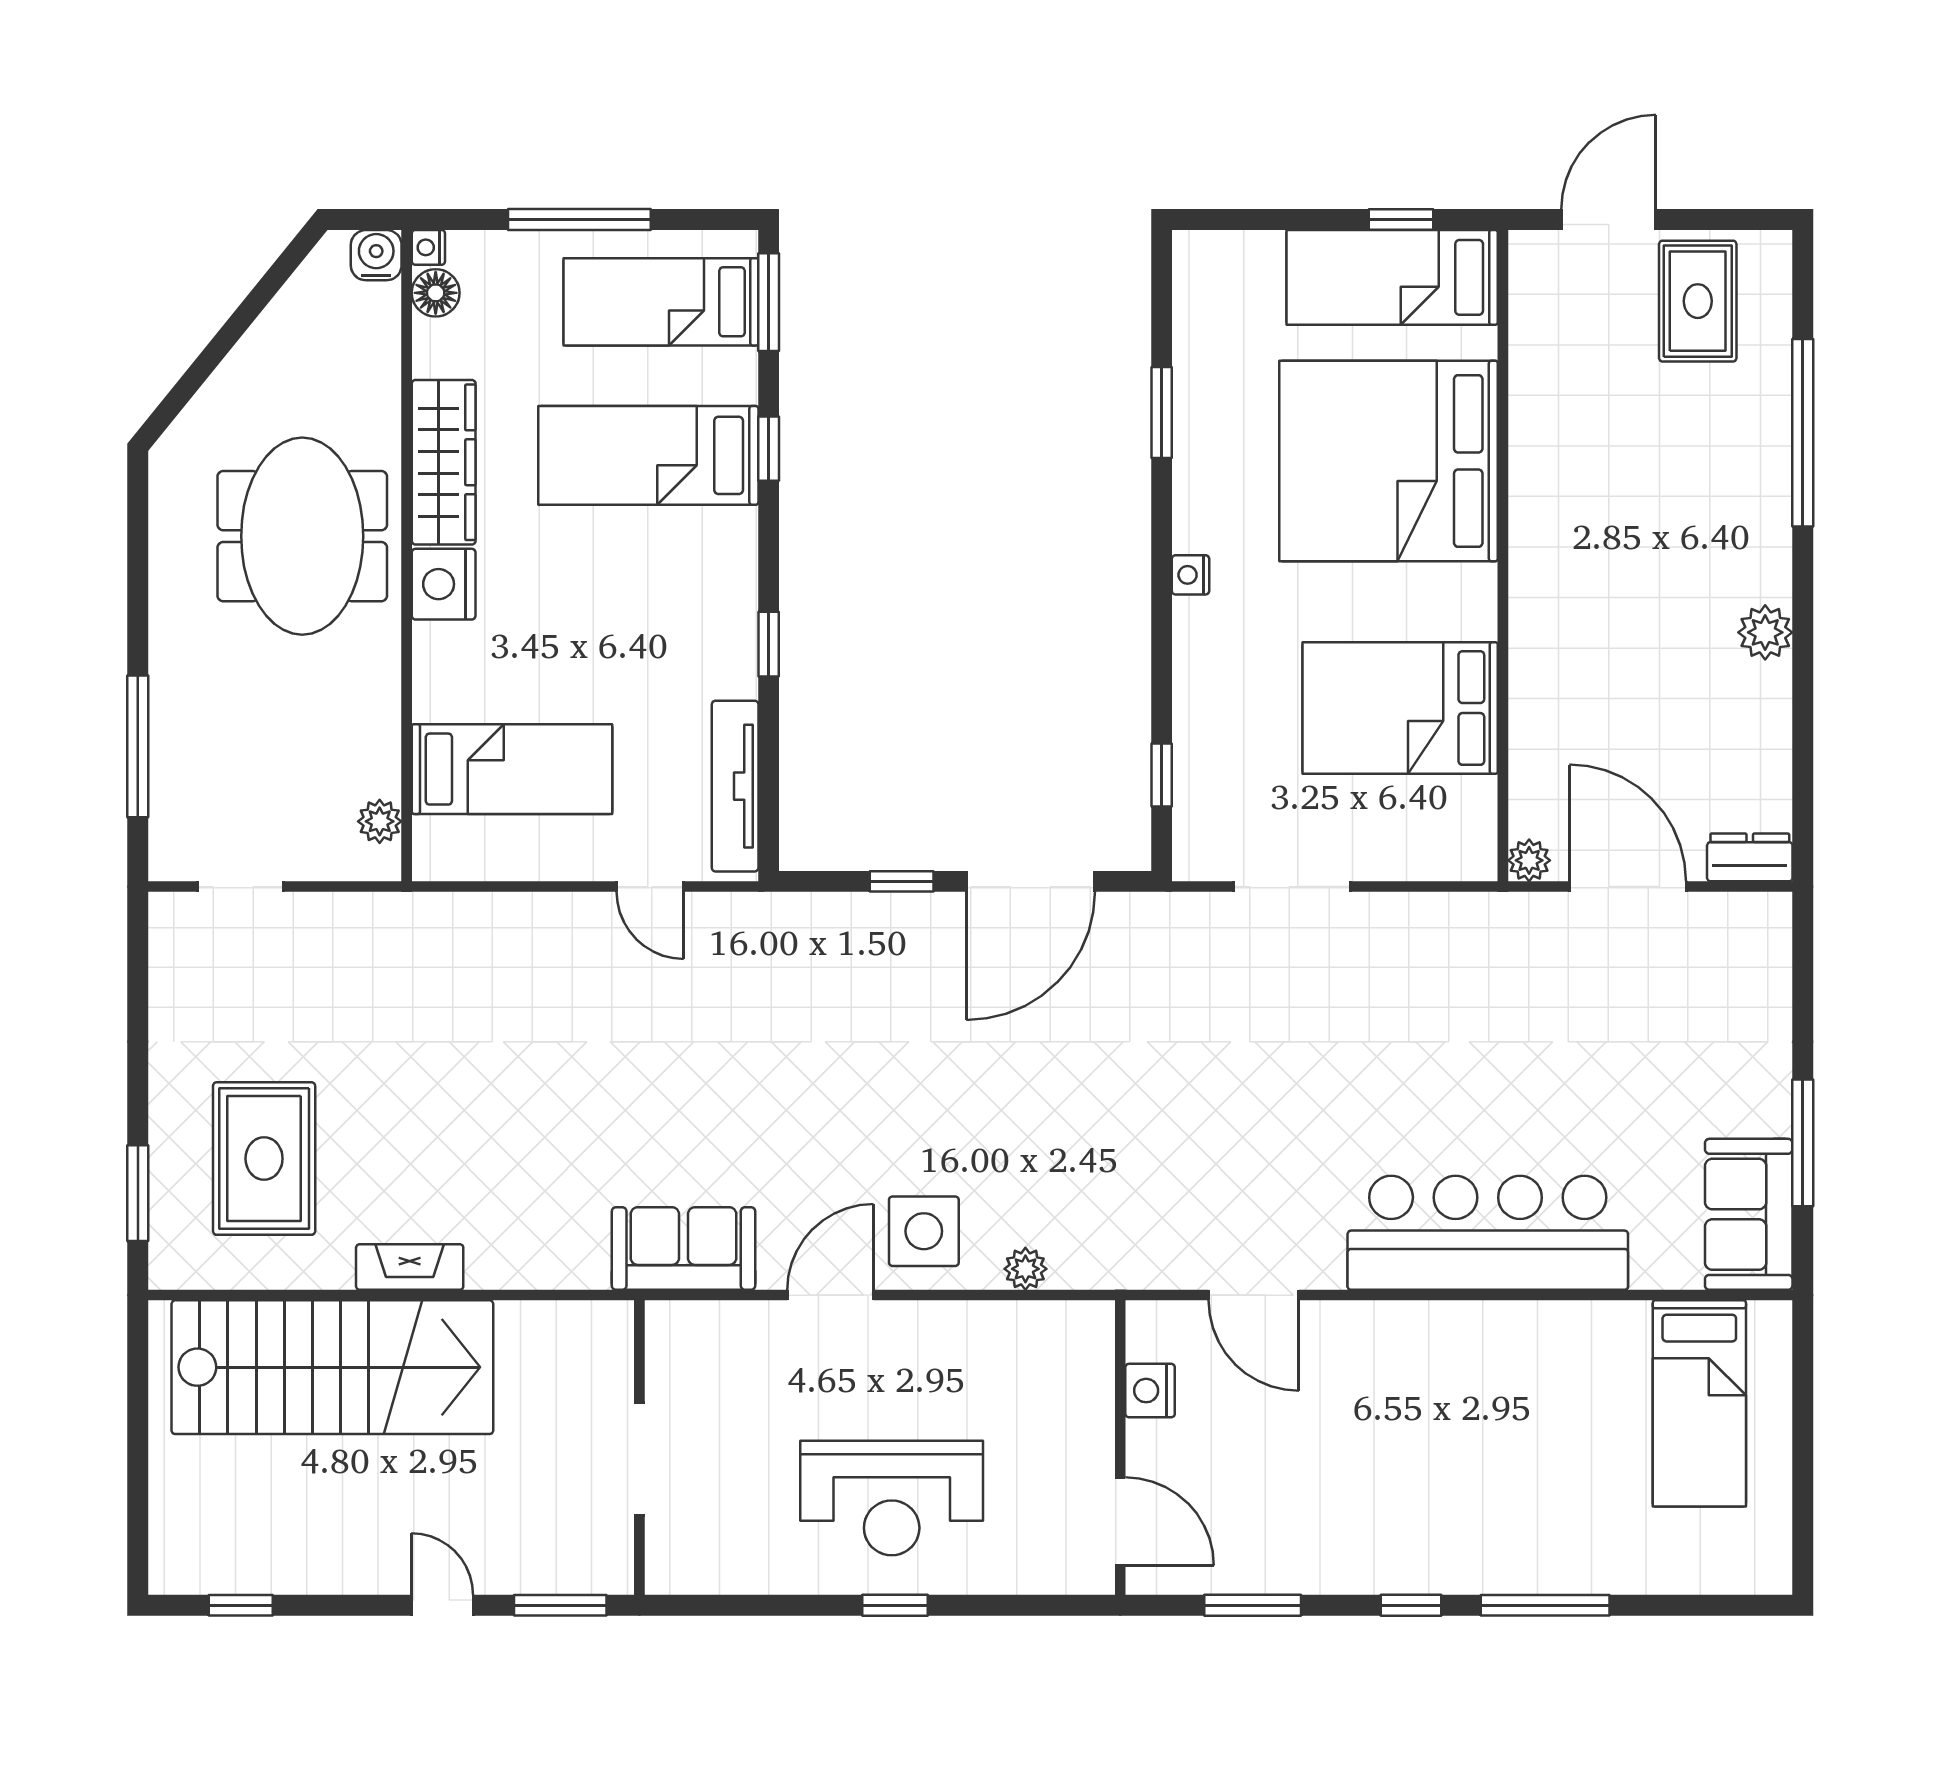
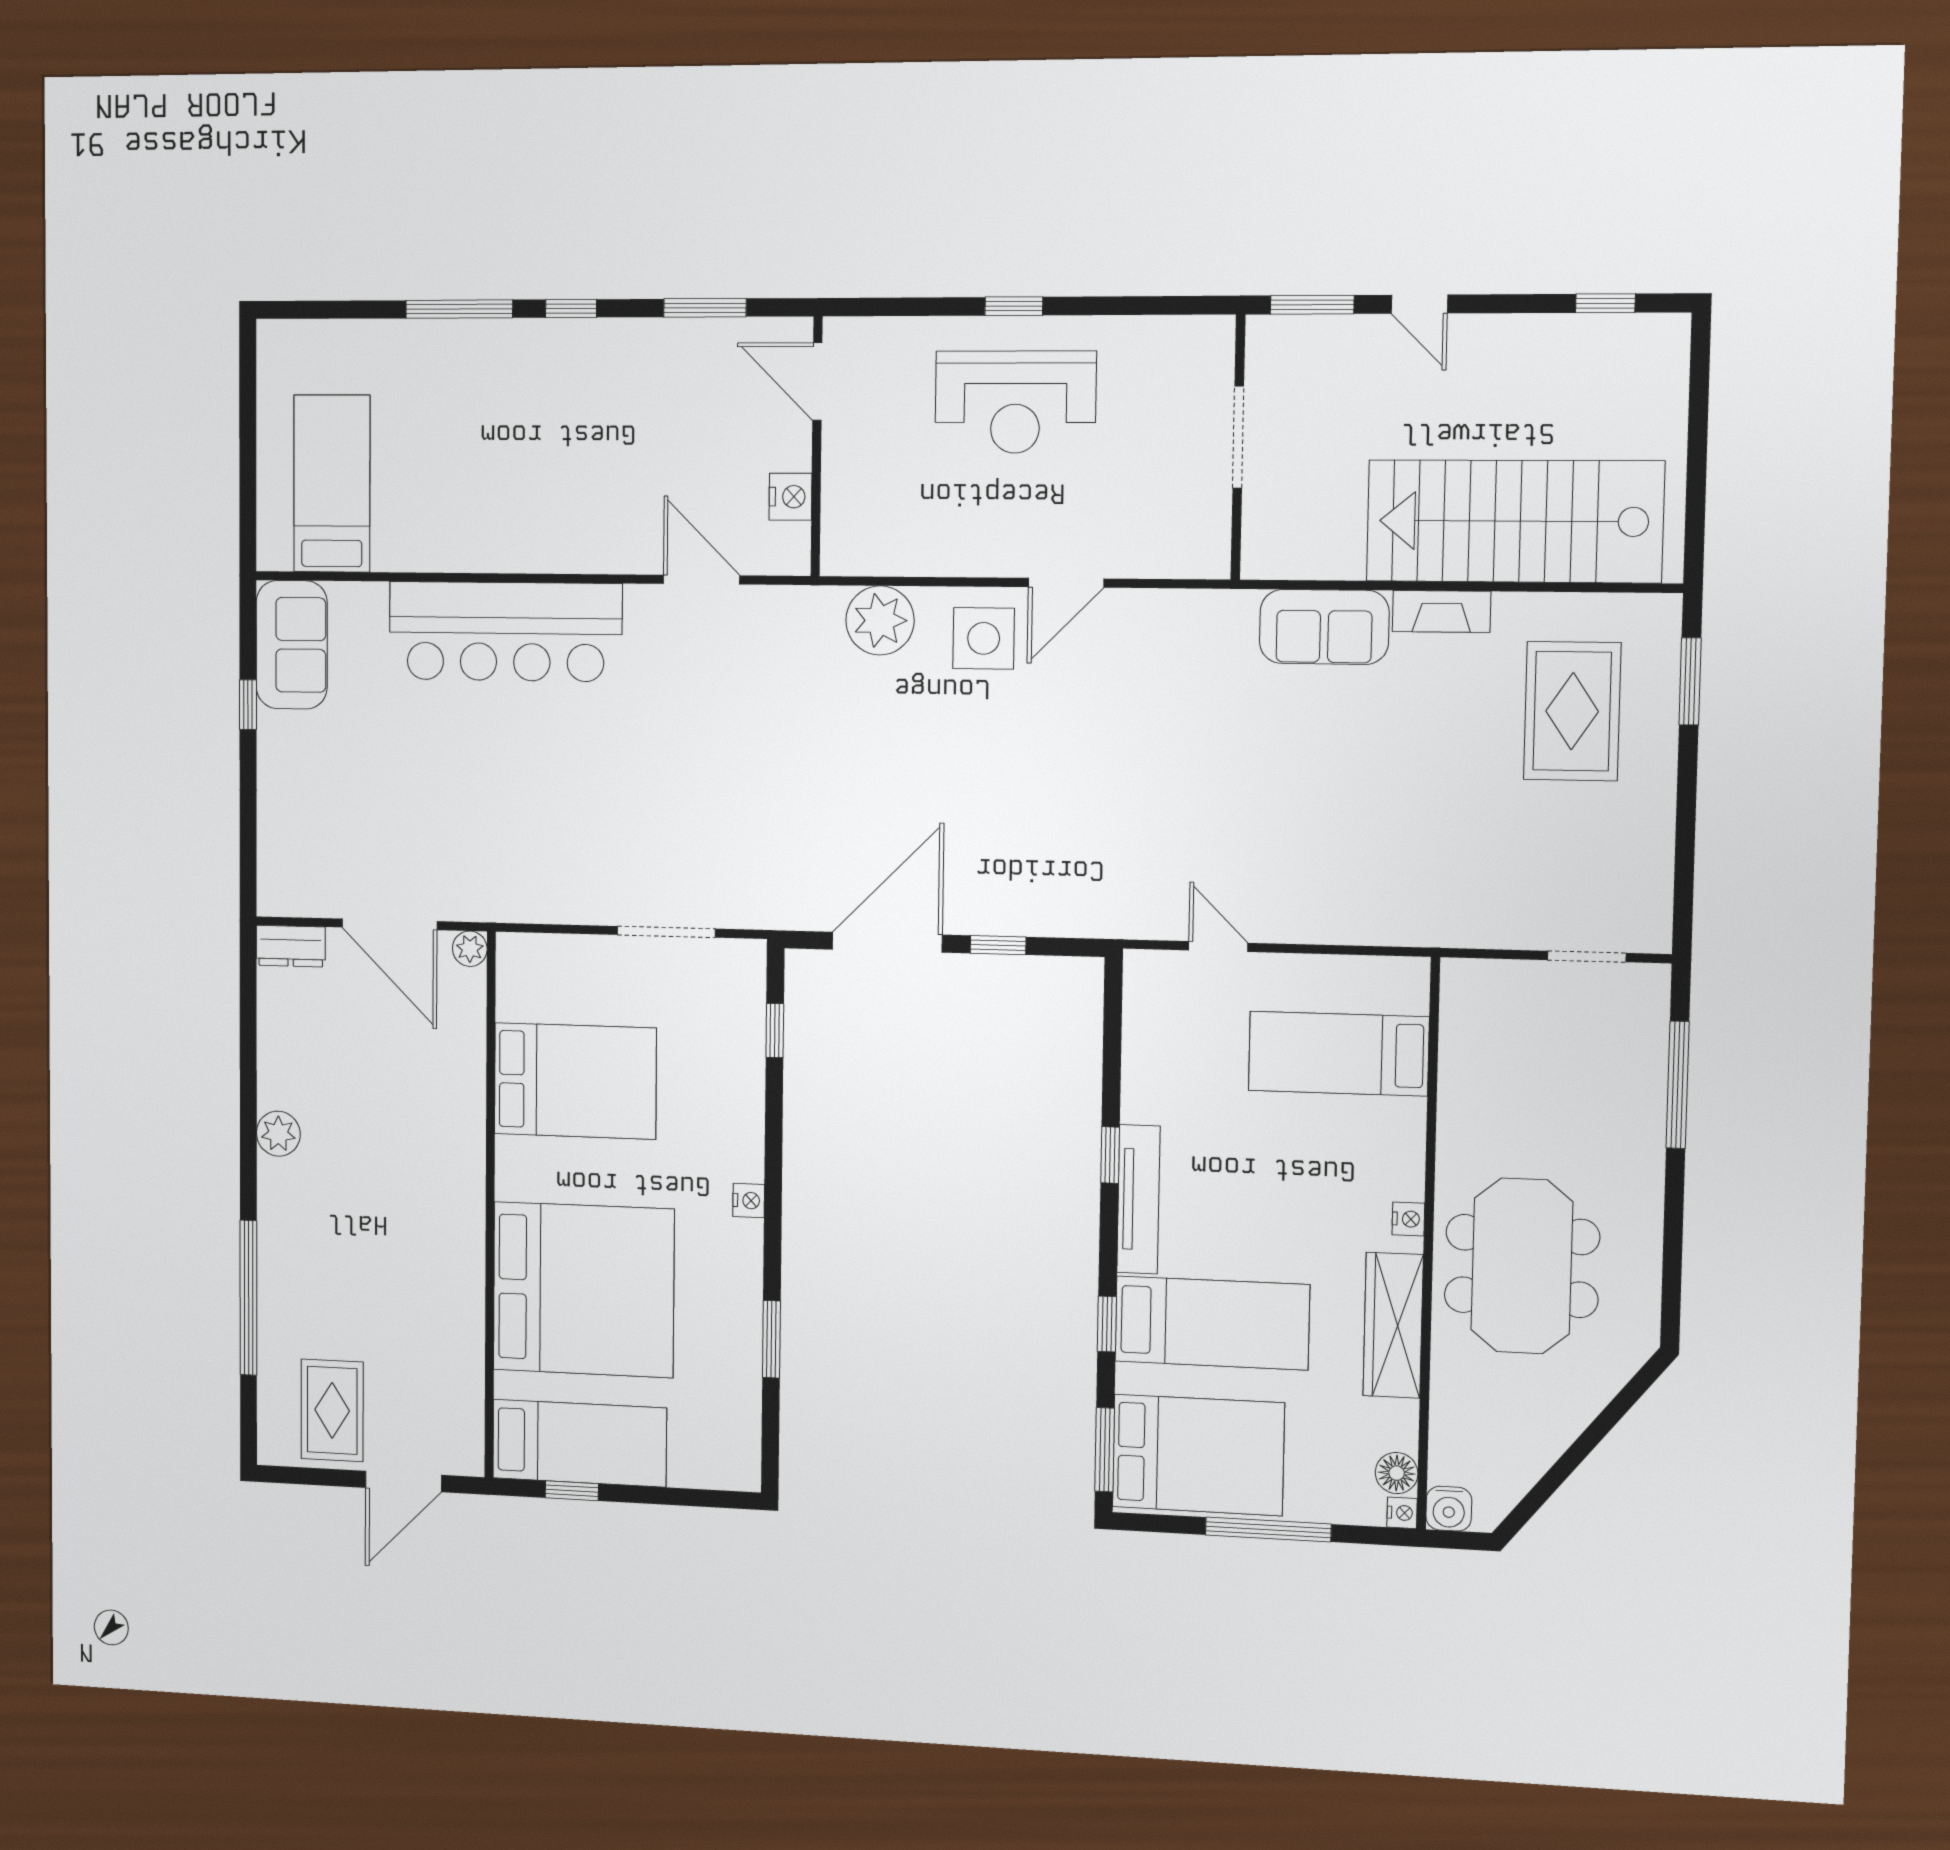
bed: (661, 302) -> (1198, 1455), width x1.50
nightstand: (444, 584) -> (1408, 1219), width x0.53, depth x0.56
tv unit: (735, 786) -> (1138, 1199), moved
plant: (380, 821) -> (1459, 1011), removed
window: (1803, 1143) -> (248, 705), width x0.46
sofa: (684, 1249) -> (1324, 627), moved
plant: (1025, 1269) -> (880, 620), width x1.87, depth x1.87
reception desk: (892, 1498) -> (1015, 402), turned 180

